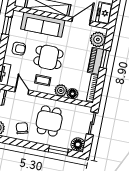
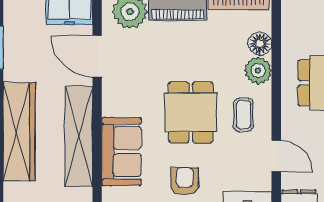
sofa: (43, 25) -> (121, 152), width x0.73
door: (22, 91) -> (276, 156), swing flipped

